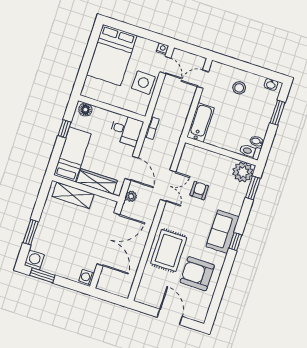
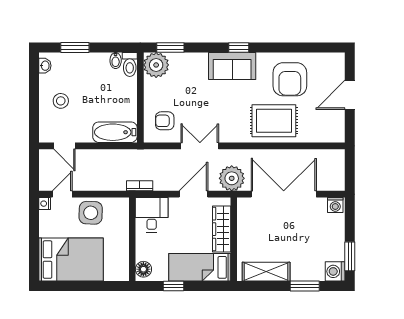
armchair: (199, 191) -> (165, 121), moved
shelving: (73, 195) -> (266, 272), moved, turned 90
plant: (131, 196) -> (232, 178), width x1.88, depth x1.88

